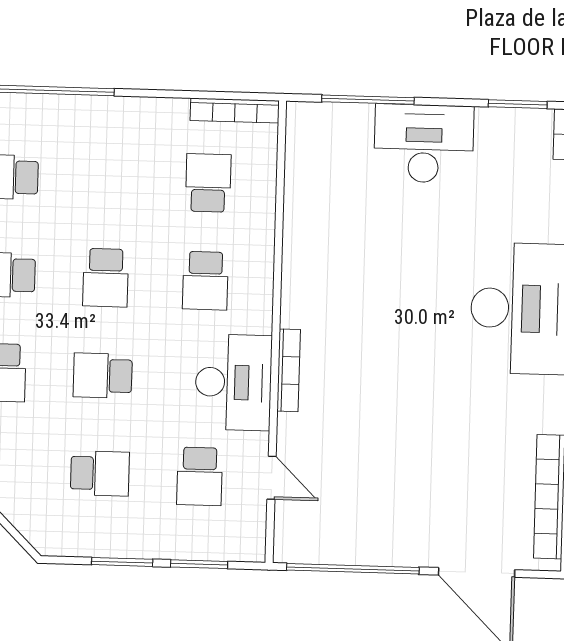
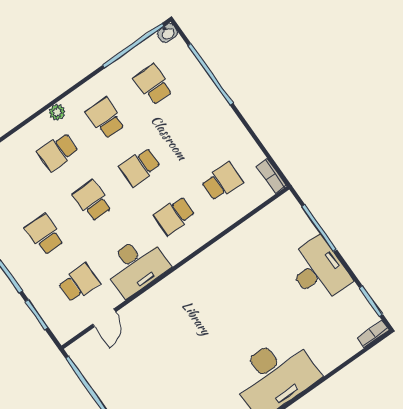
bookcase: (235, 111) -> (272, 176), width x0.64
bookcase: (289, 370) -> (162, 287), removed
school desk: (100, 473) -> (44, 234), turned 180
school desk: (200, 476) -> (79, 283), turned 180

